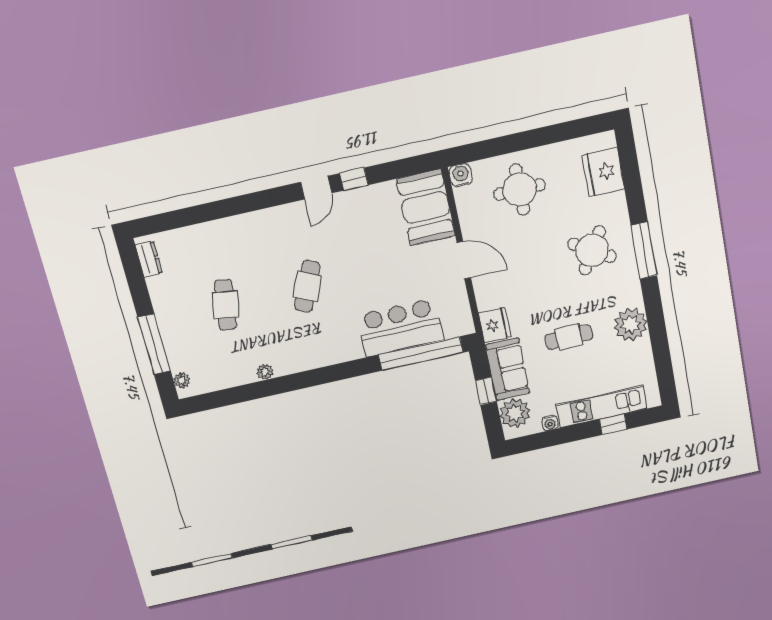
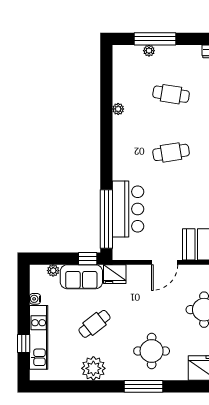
round table: (592, 250) -> (152, 351), turned -31
cafe table: (307, 286) -> (171, 152), turned -33
cafe table: (569, 337) -> (94, 324), turned 53
plant: (182, 381) -> (149, 51), moved
window: (486, 391) -> (88, 259), moved
plant: (515, 413) -> (53, 271), width x0.53, depth x0.53

